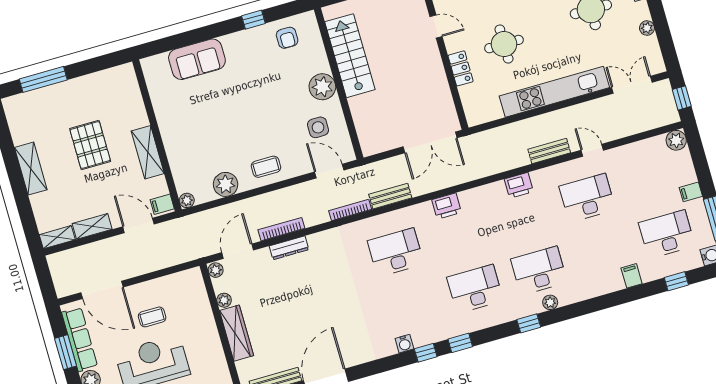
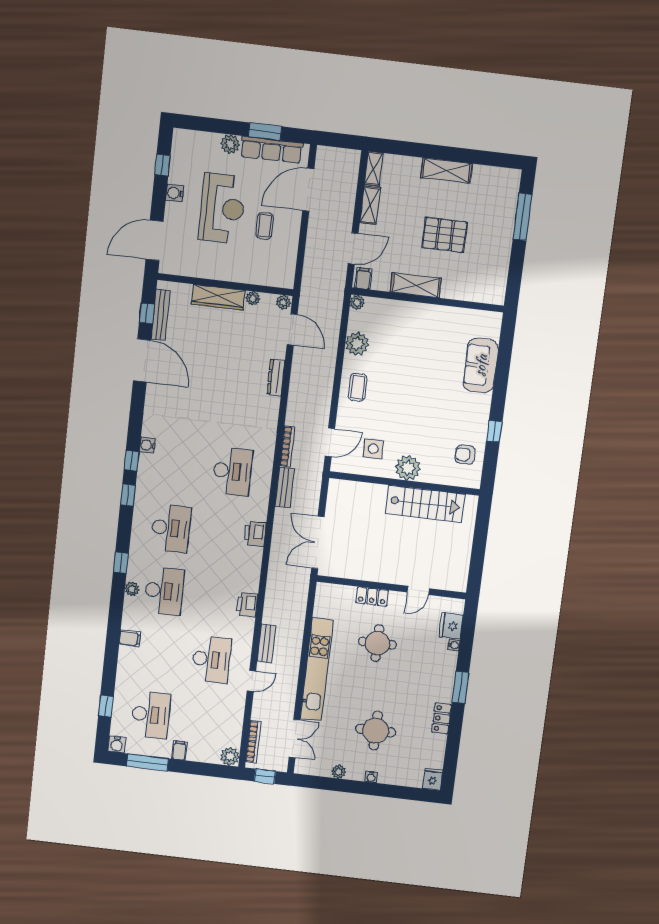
bookcase: (281, 229) -> (253, 742), moved
filing cabinet: (632, 276) -> (130, 638), moved

